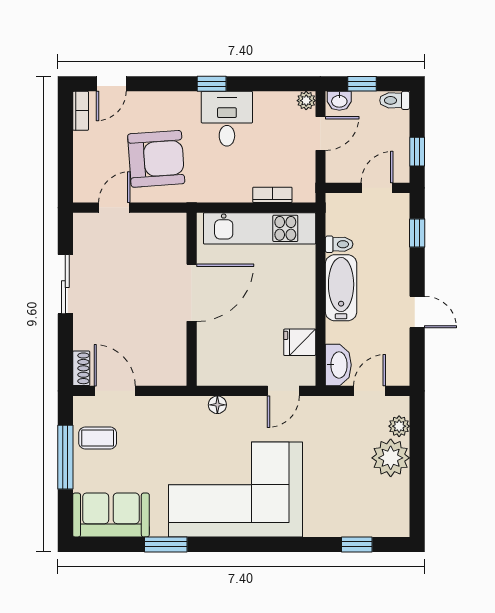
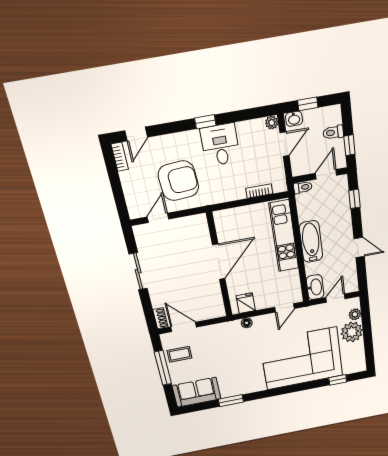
toilet: (395, 100) -> (333, 132), moved
kitchen unit: (260, 228) -> (284, 236), moved, turned 90
toilet: (339, 244) -> (303, 187), moved
fridge: (300, 342) -> (246, 303), moved, turned 90
corner sofa: (235, 489) -> (302, 359), moved

